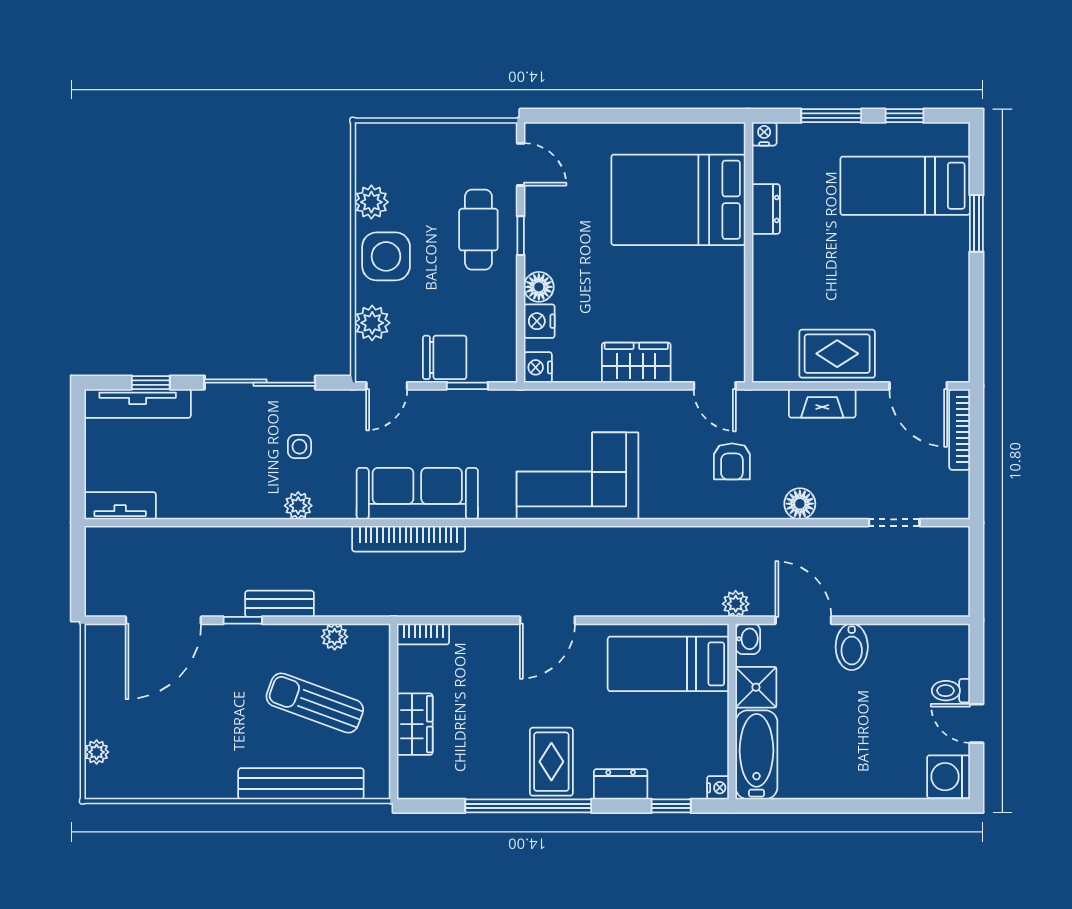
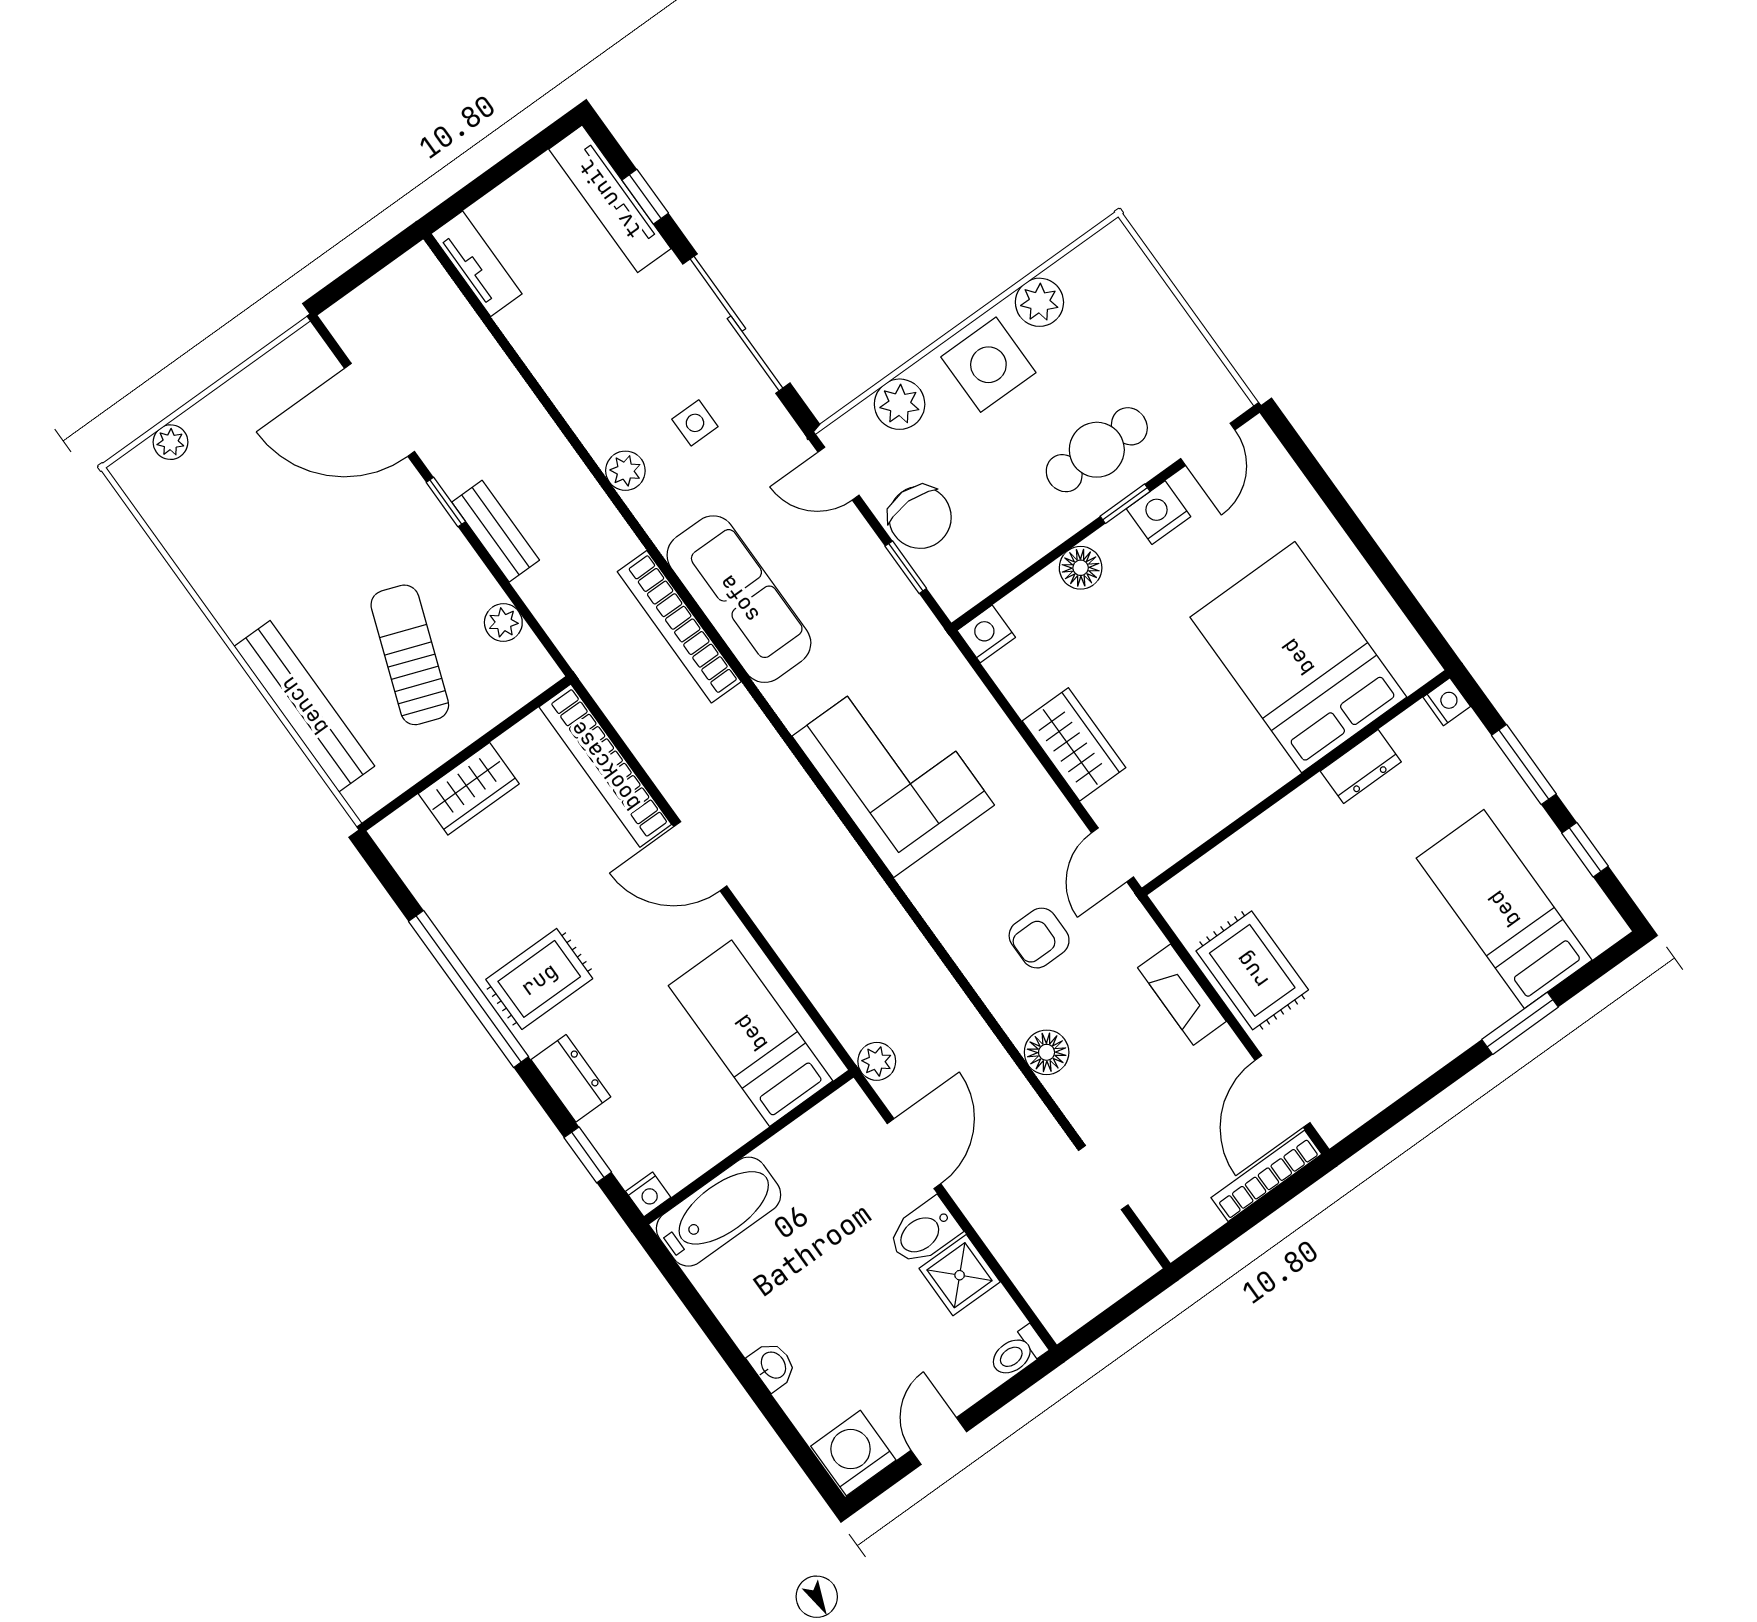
nightstand: (539, 321) -> (1159, 513), moved
bookcase: (423, 634) -> (605, 766), width x2.31, depth x1.31
washbasin: (748, 639) -> (773, 1366), moved, turned -90
shower: (756, 687) -> (960, 1275), moved
toilet: (951, 691) -> (1017, 1352), moved, turned -90

